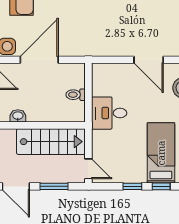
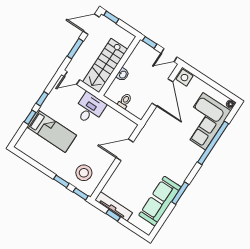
door: (149, 60) -> (125, 150), moved
desk: (109, 113) -> (90, 109), moved
washbasin: (18, 116) -> (123, 74), moved

